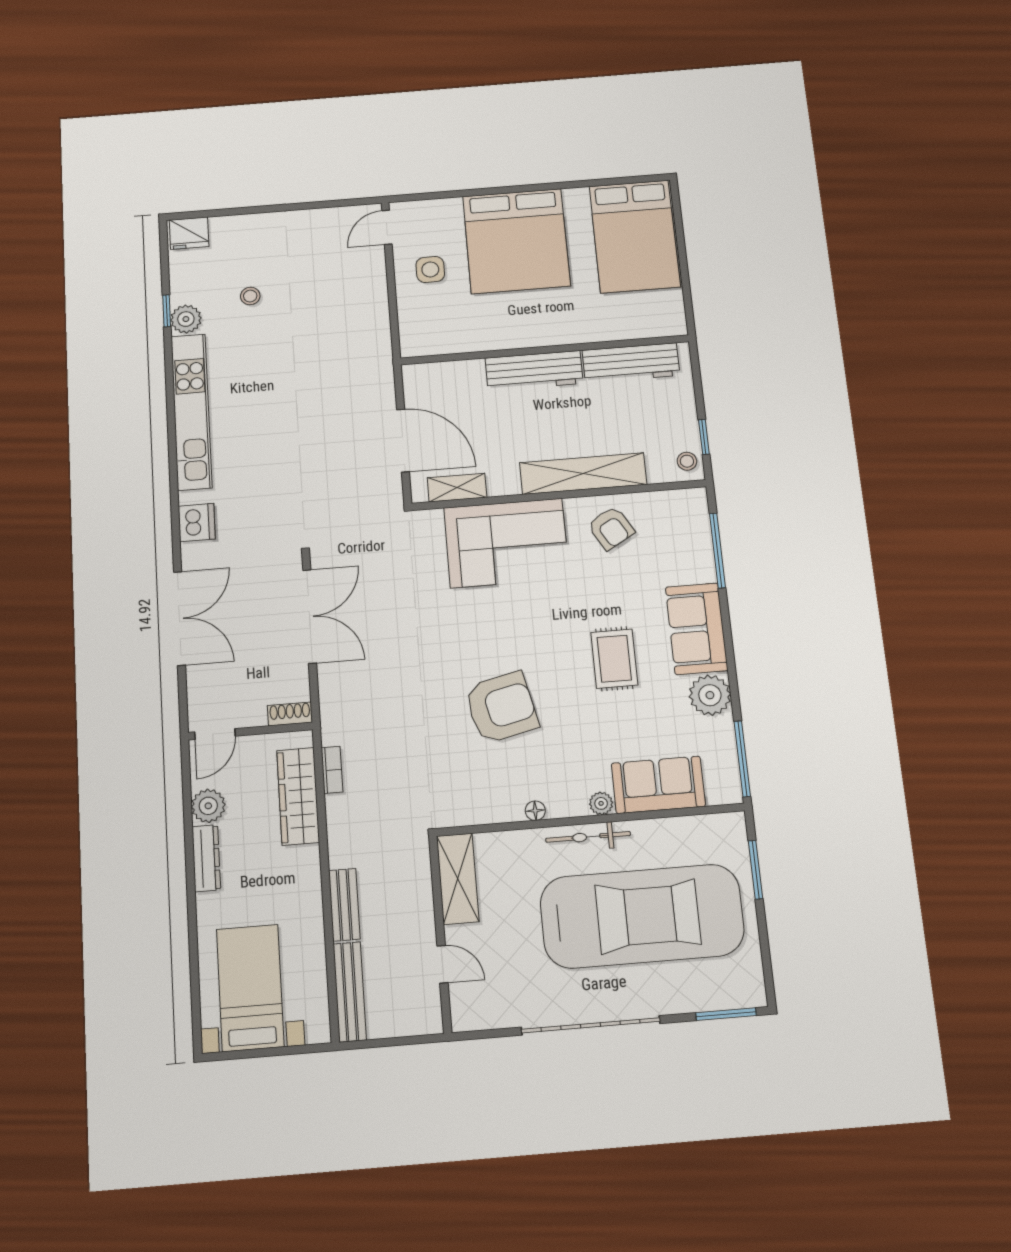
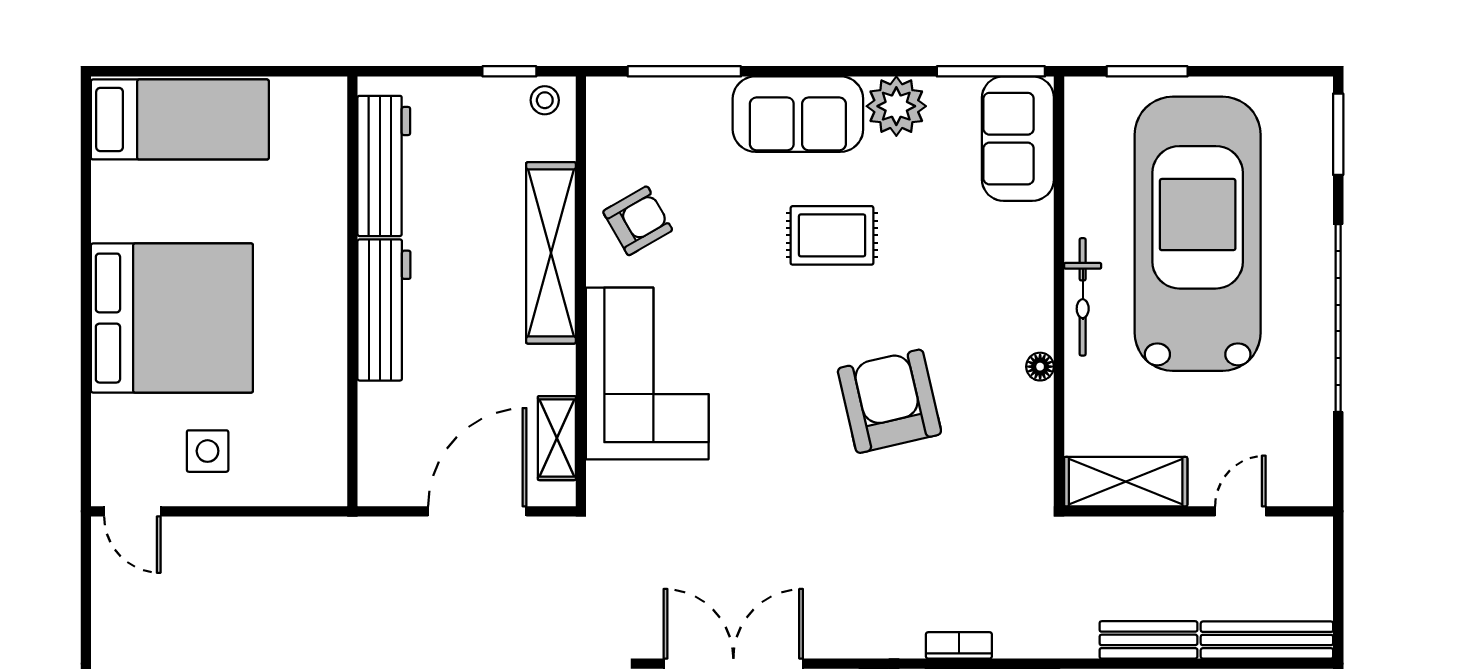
bed: (635, 236) -> (180, 119), width x0.67
sofa: (658, 785) -> (1018, 139), moved
plant: (601, 803) -> (1037, 274), removed

